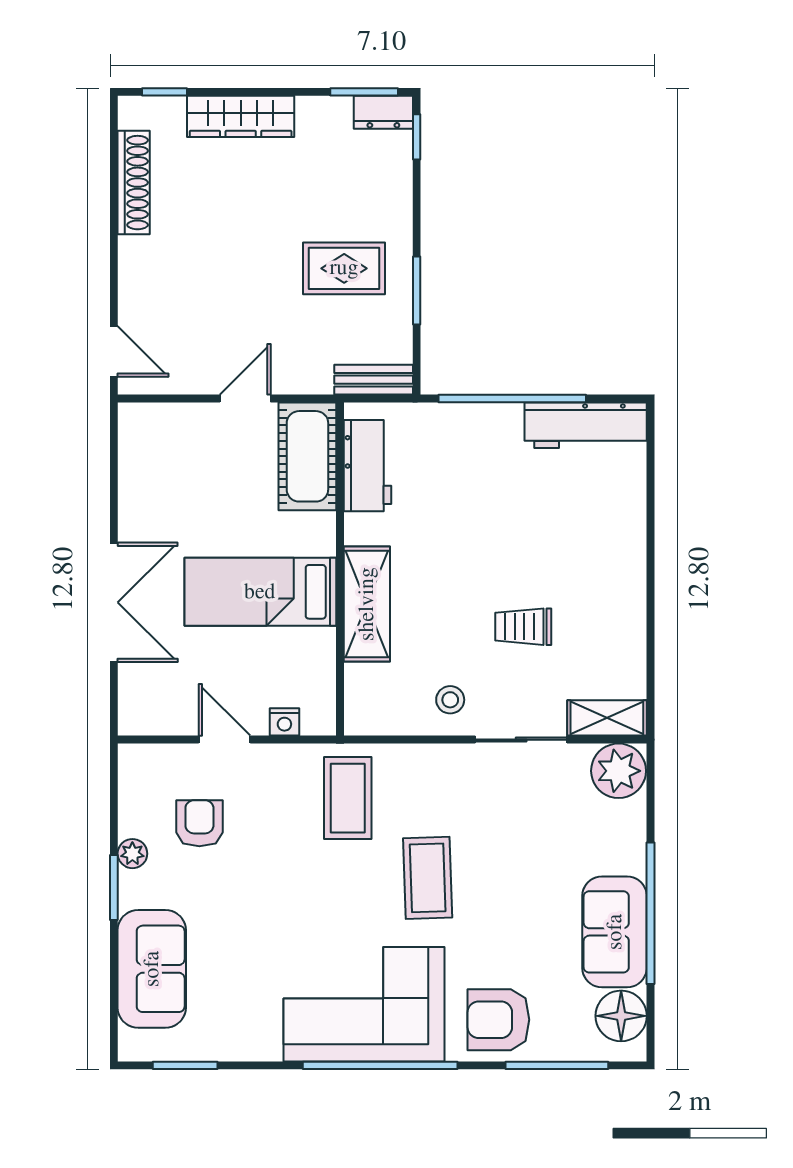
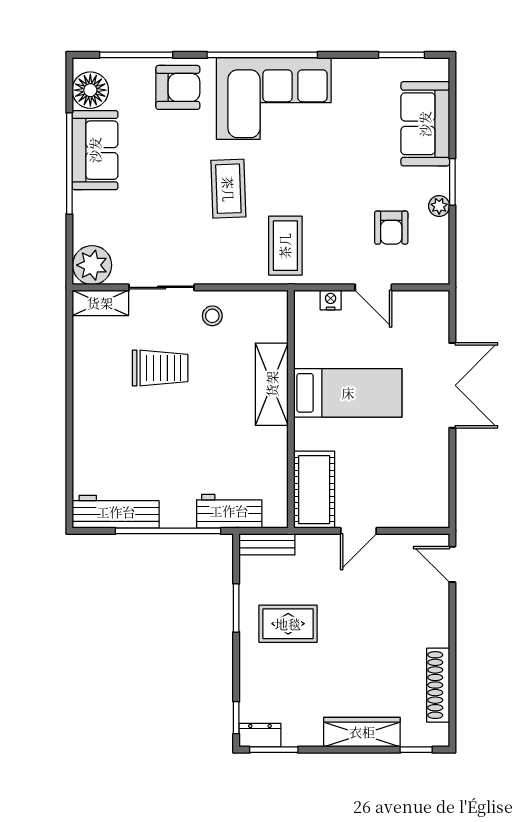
workbench: (367, 466) -> (229, 511), moved, turned 90
double door: (114, 602) -> (452, 385), swing flipped
trolley: (523, 627) -> (160, 368), width x1.36, depth x1.39

